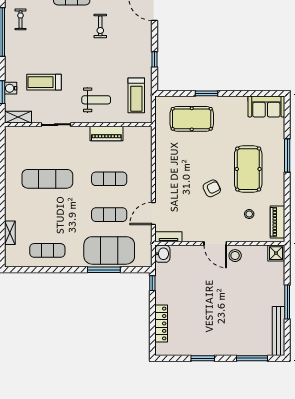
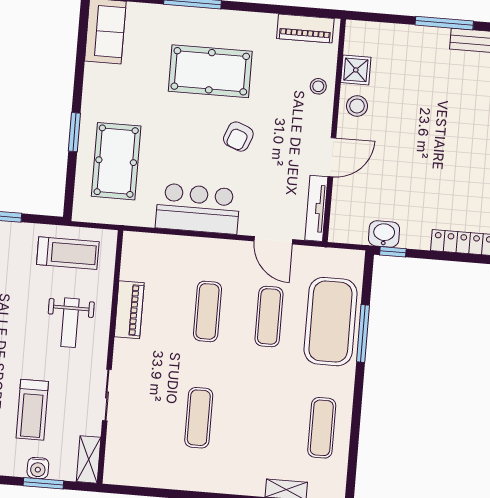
weight bench: (96, 100) -> (70, 323), turned 180
bar counter: (168, 168) -> (198, 209), added
exercise mat: (47, 179) -> (199, 418), width x0.73, depth x0.69
armchair: (212, 188) -> (238, 137), turned -132
stool: (249, 214) -> (318, 86), moved
tv unit: (168, 237) -> (316, 208), width x1.41
door: (215, 243) -> (332, 157), moved
shower: (276, 253) -> (356, 70), moved
washbasin: (162, 254) -> (384, 234), moved

